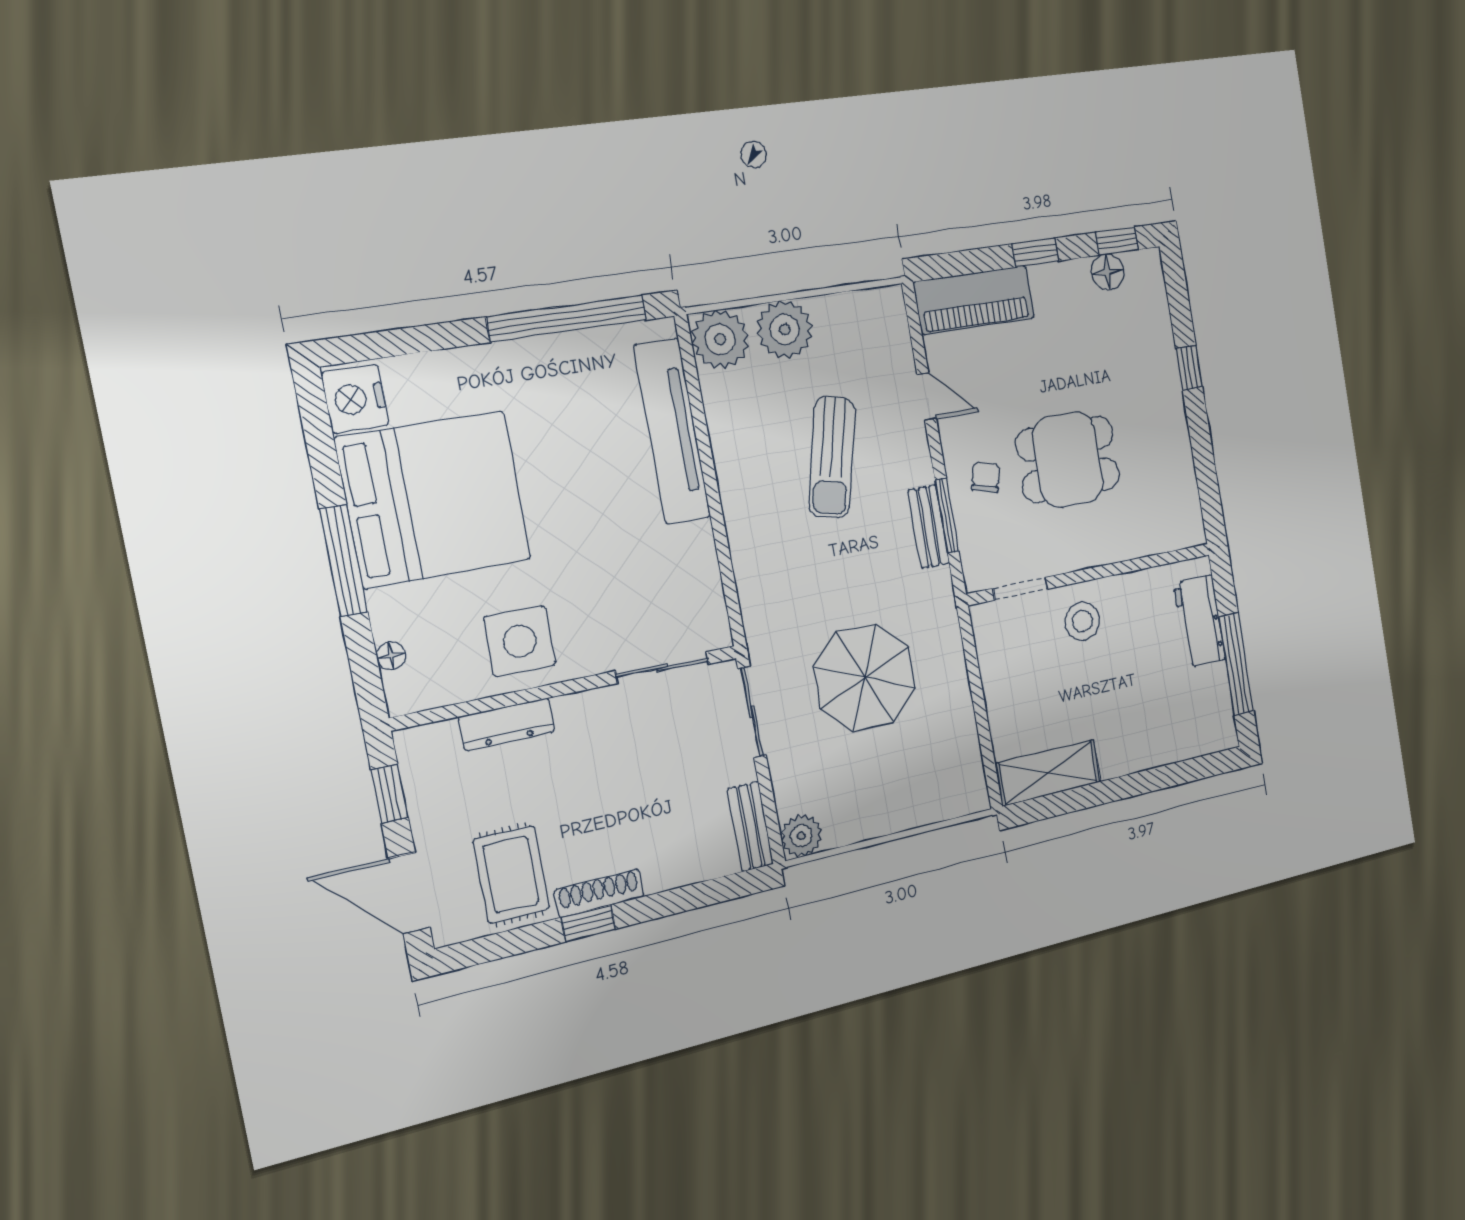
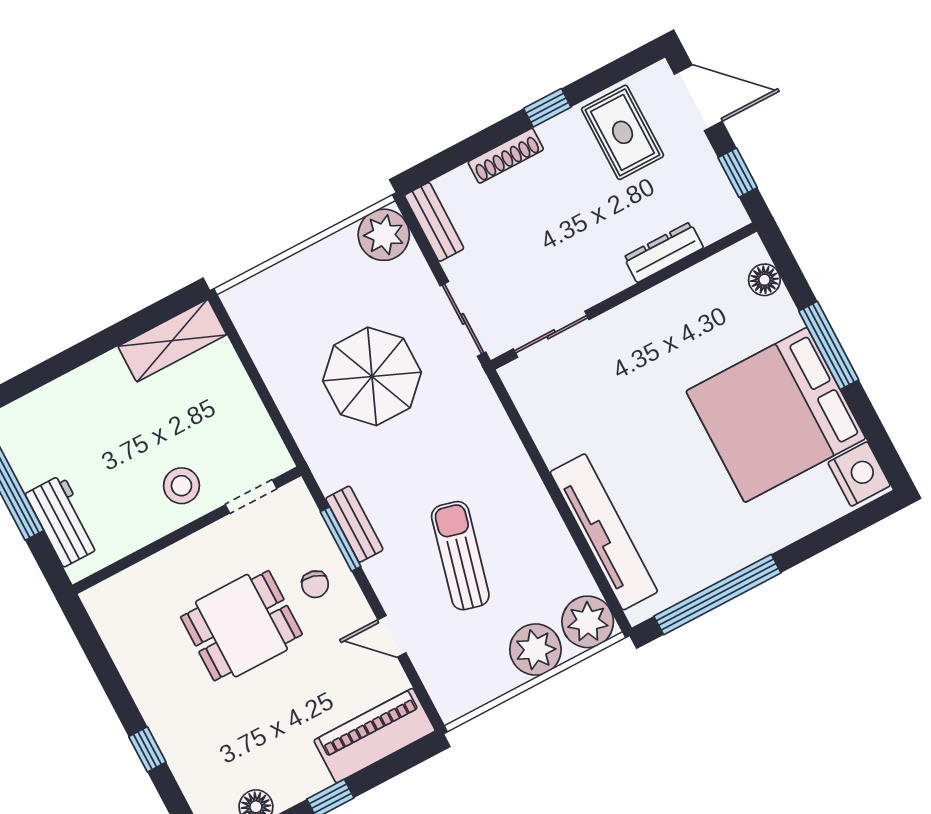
side table: (520, 641) -> (674, 322), removed
floor lamp: (391, 656) -> (764, 280), width x1.37, depth x1.37
plant: (801, 836) -> (384, 235), width x1.36, depth x1.36
shoe rack: (599, 893) -> (506, 156), moved

